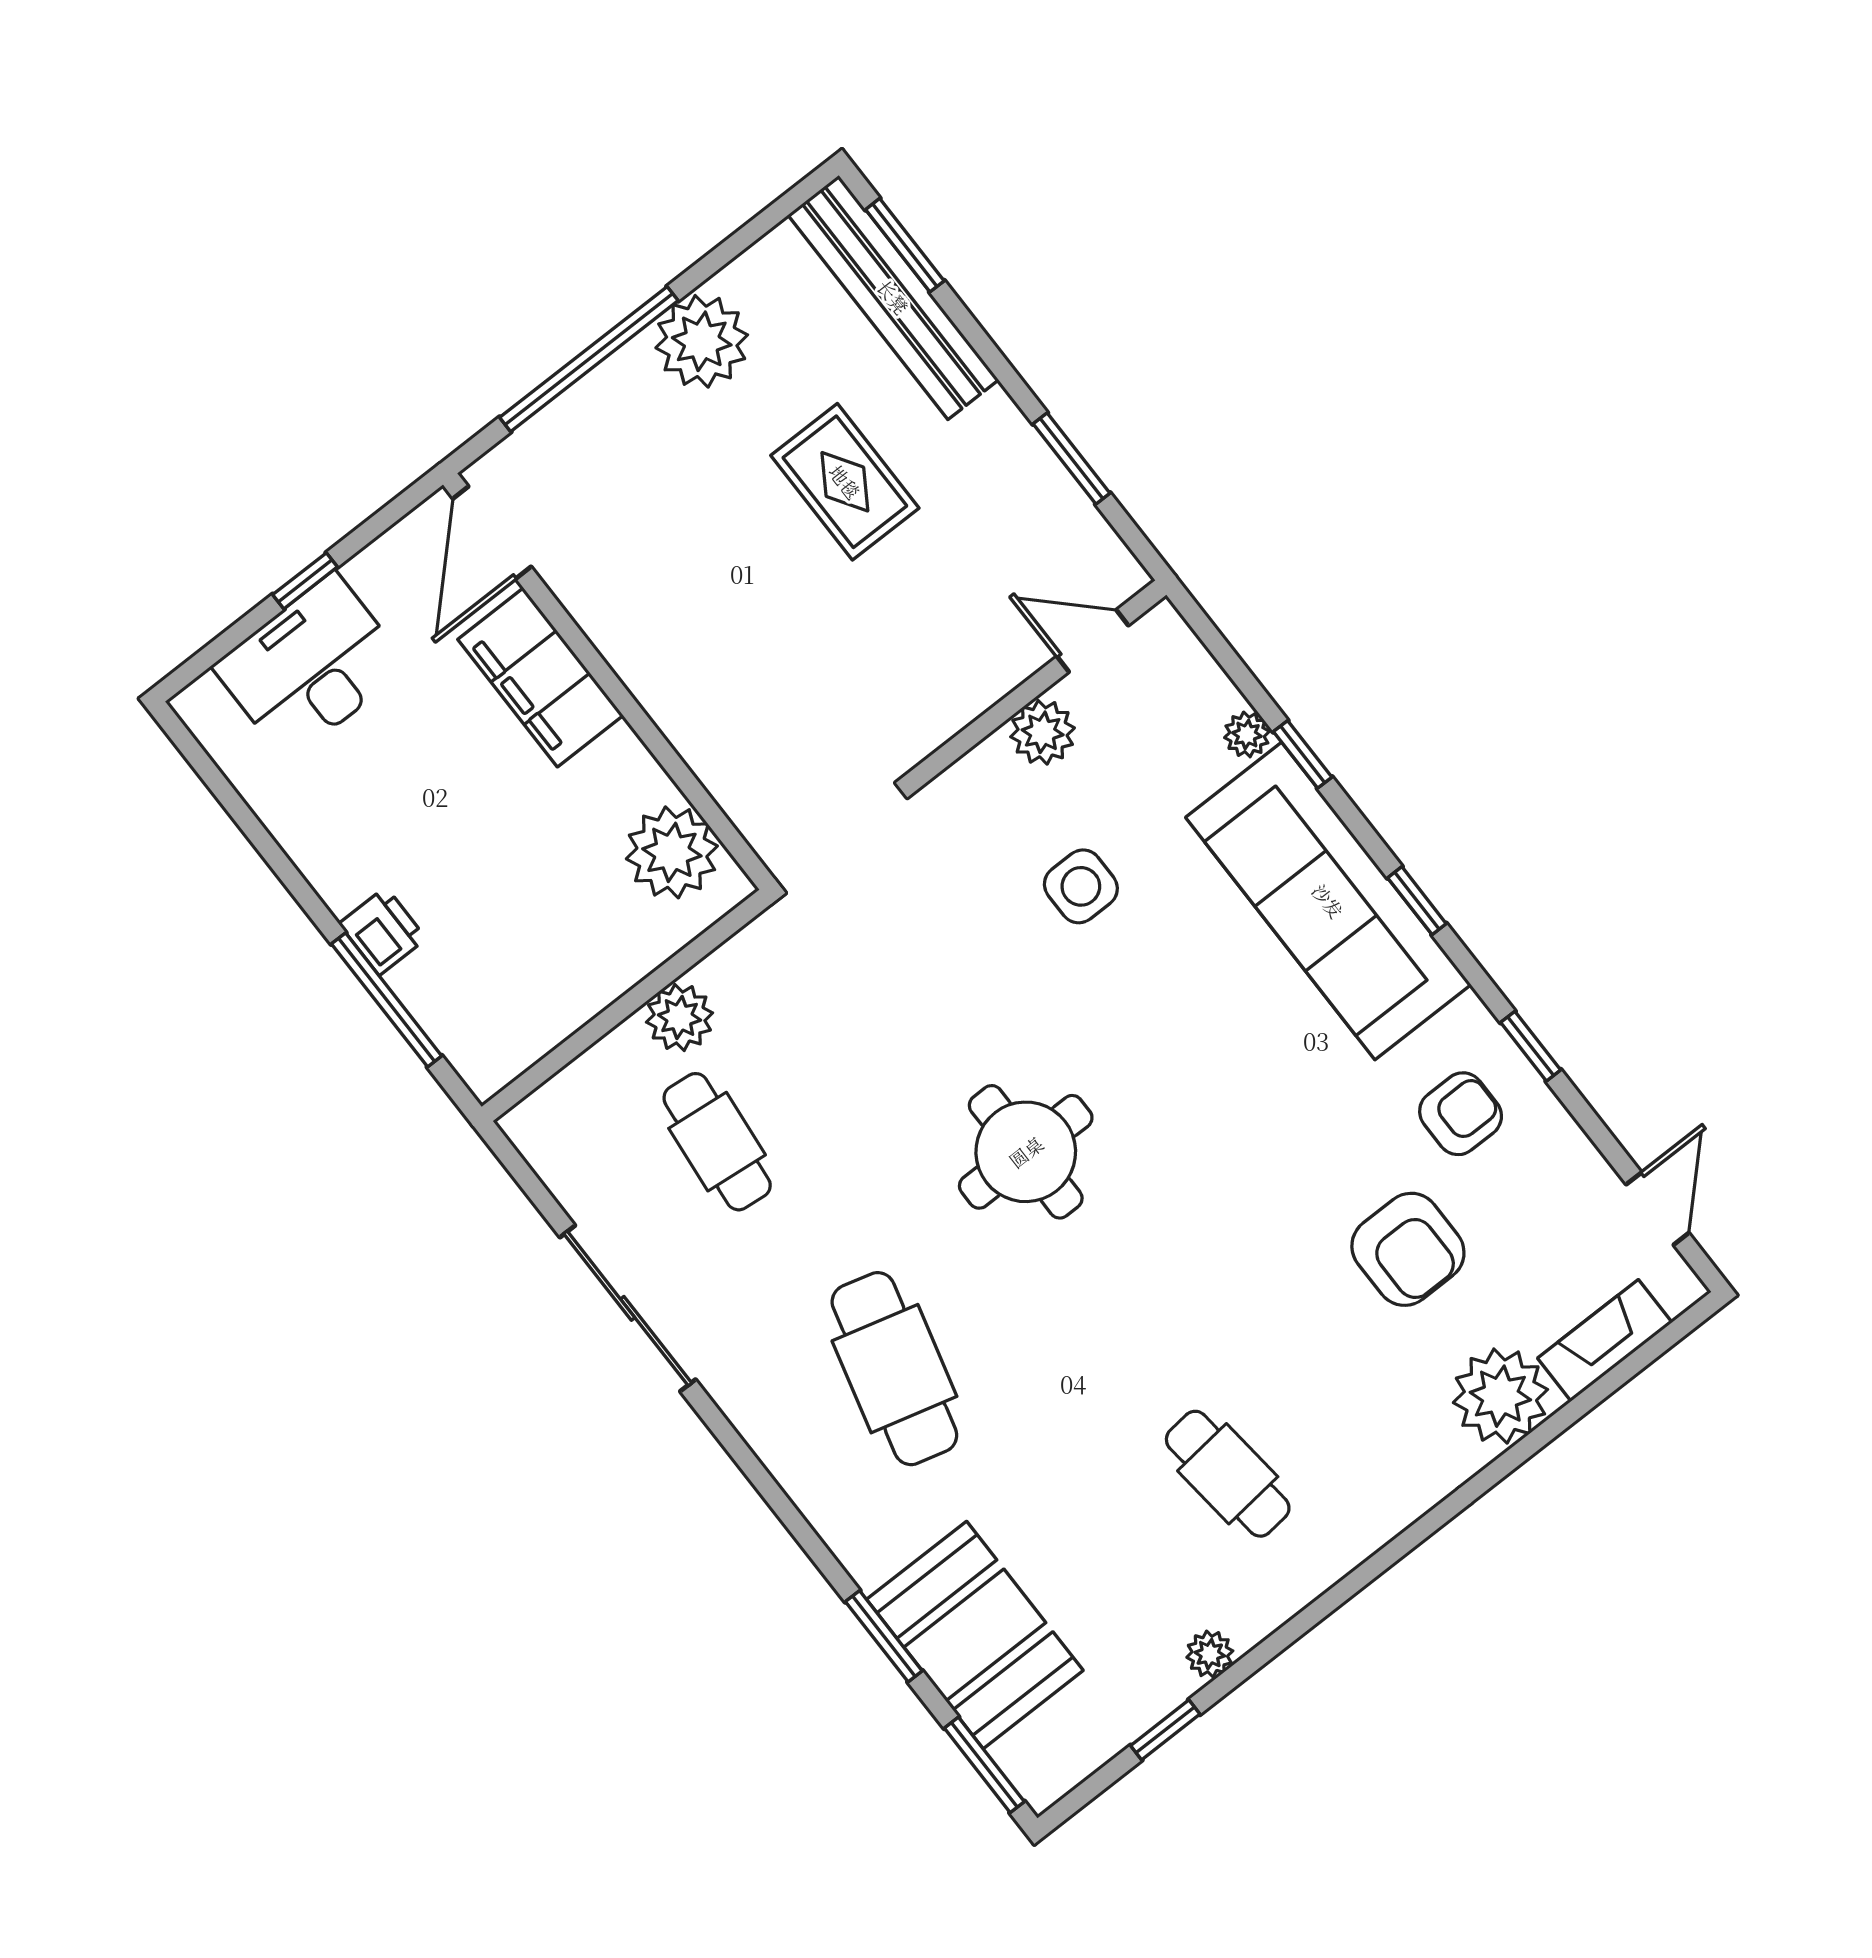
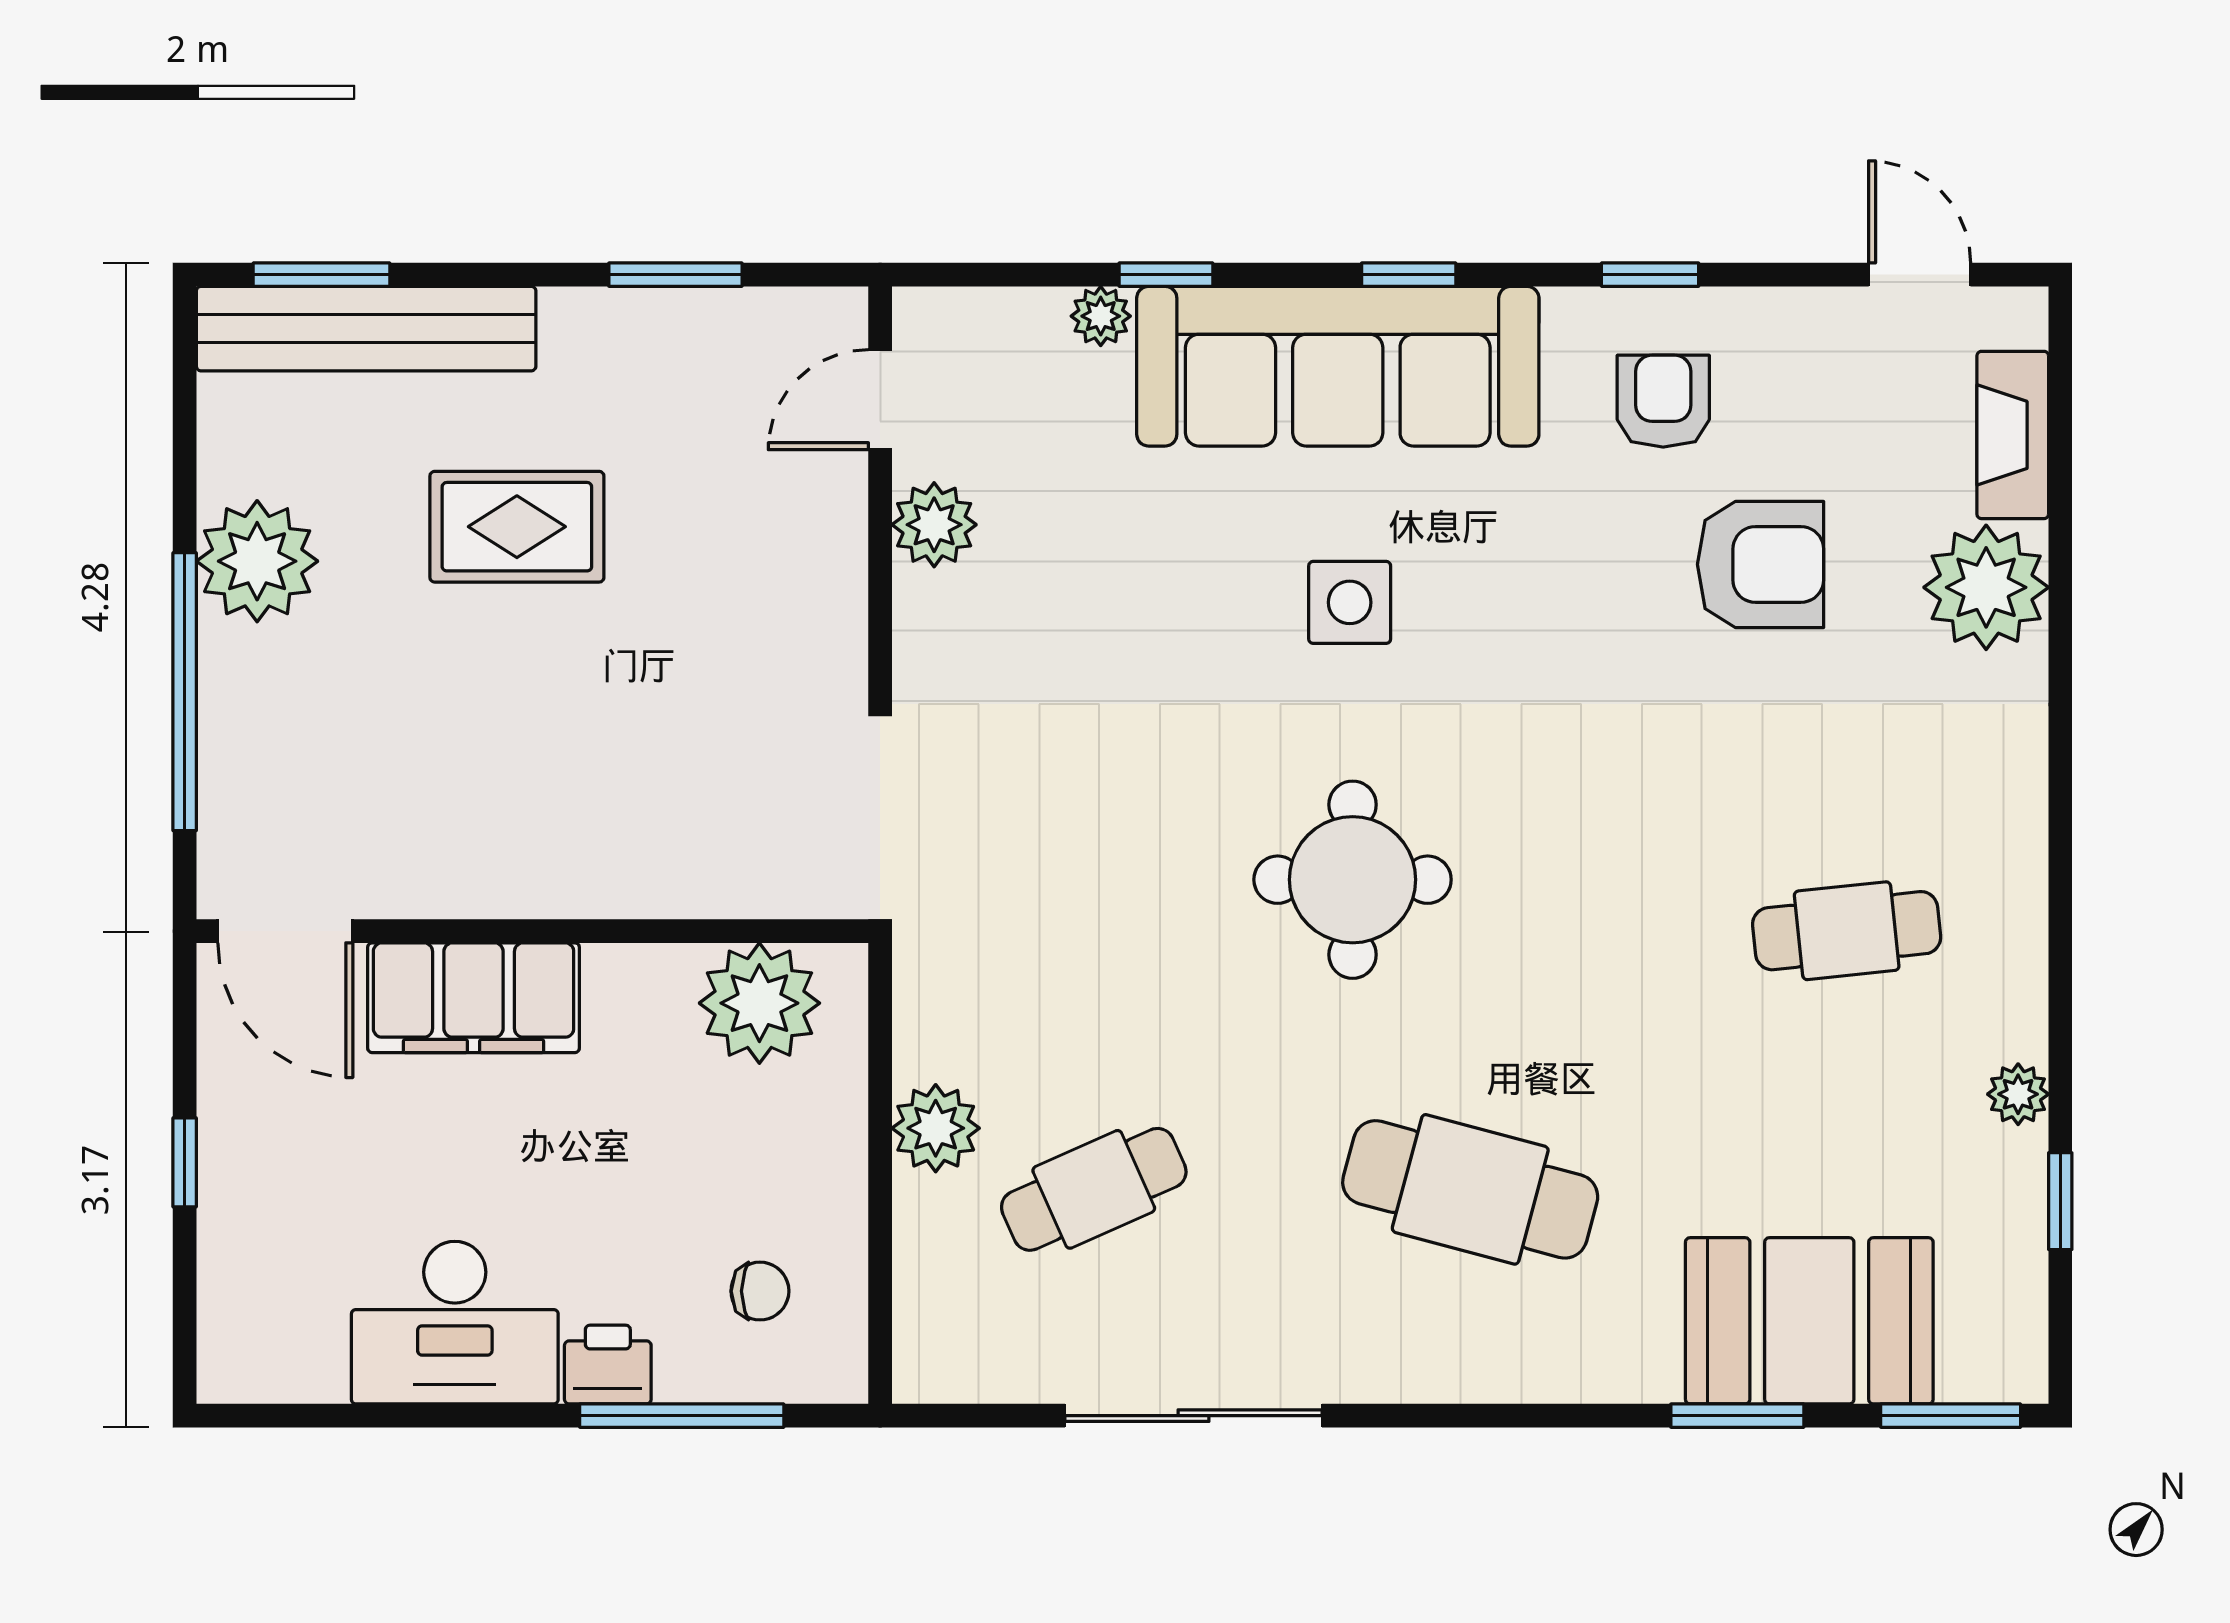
desk: (311, 667) -> (455, 1323), moved, turned -90
side table: (1081, 886) -> (1350, 602), moved
chair: (499, 988) -> (760, 1291), added
cafe table: (717, 1142) -> (1094, 1189), turned -30

